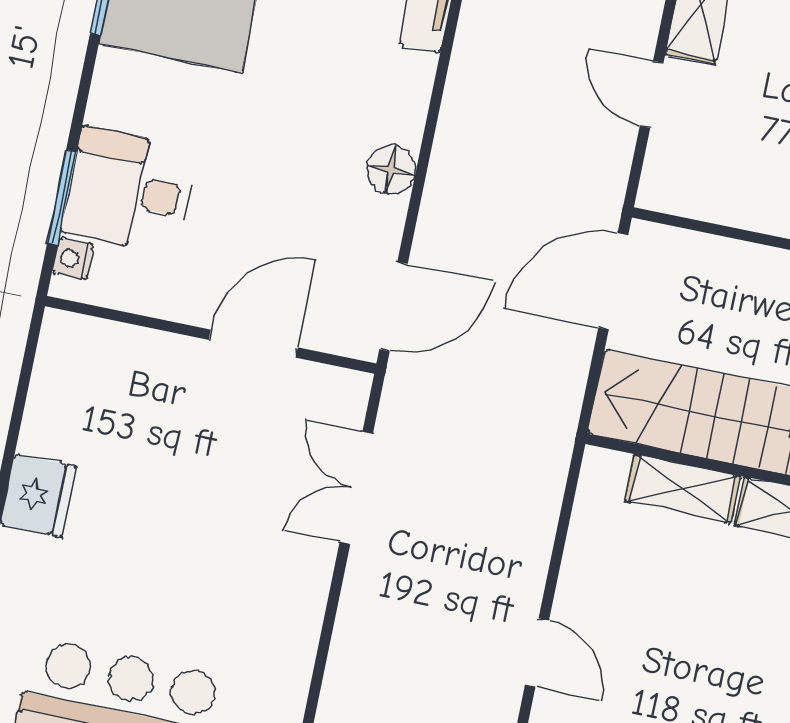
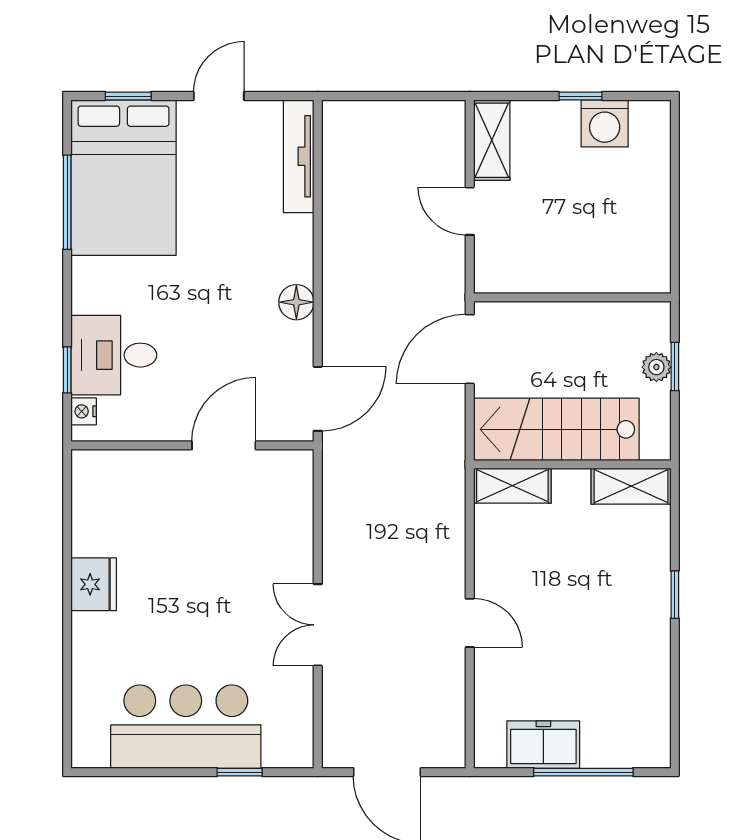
window: (62, 198) -> (67, 370), width x0.67
double door: (356, 488) -> (318, 625), moved
shelving: (683, 489) -> (512, 486), moved

